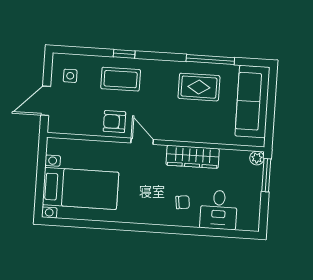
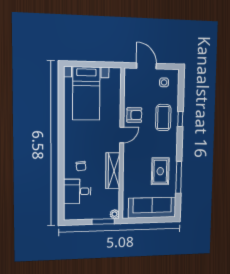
armchair: (114, 122) -> (134, 115), turned 90

